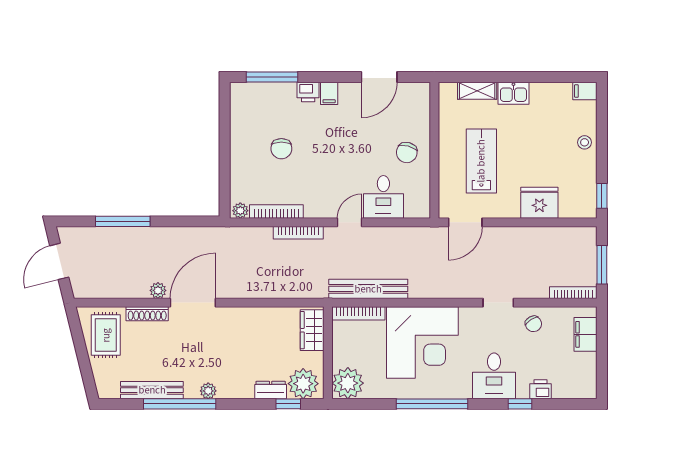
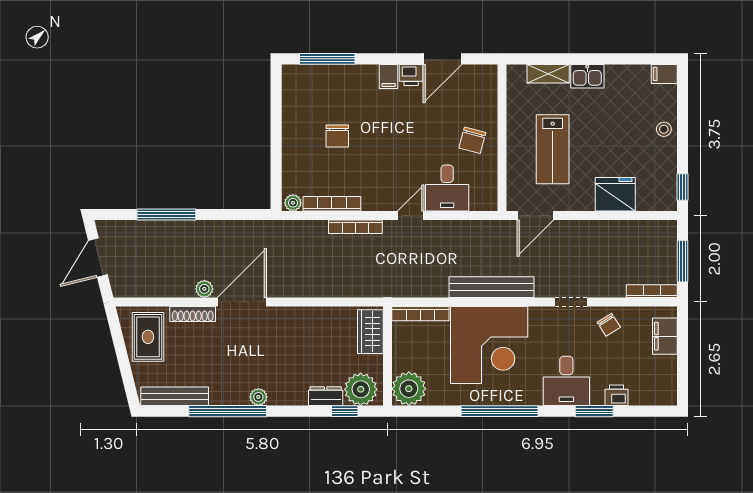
printer: (308, 92) -> (411, 75), moved
lab bench: (481, 161) -> (553, 149), turned 180
bench: (368, 289) -> (491, 287), moved
bench: (152, 390) -> (175, 396), moved
window: (520, 404) -> (594, 411), width x1.50

